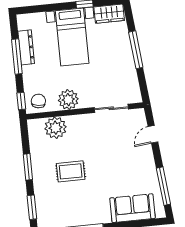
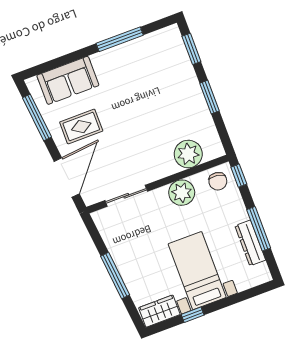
door: (153, 134) -> (67, 178), width x1.87
rug: (71, 171) -> (81, 127), moved

